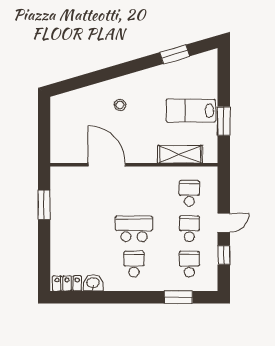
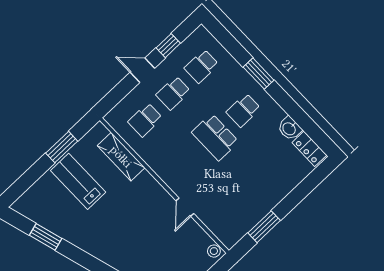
stool: (120, 105) -> (214, 251), moved
lab bench: (191, 111) -> (78, 181), turned 180
door: (107, 165) -> (185, 207), width x0.53
window: (178, 297) -> (259, 74), moved

